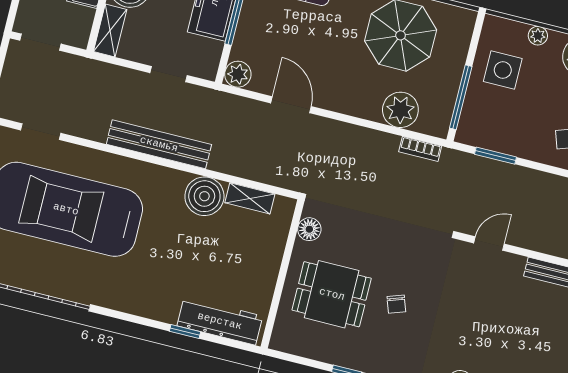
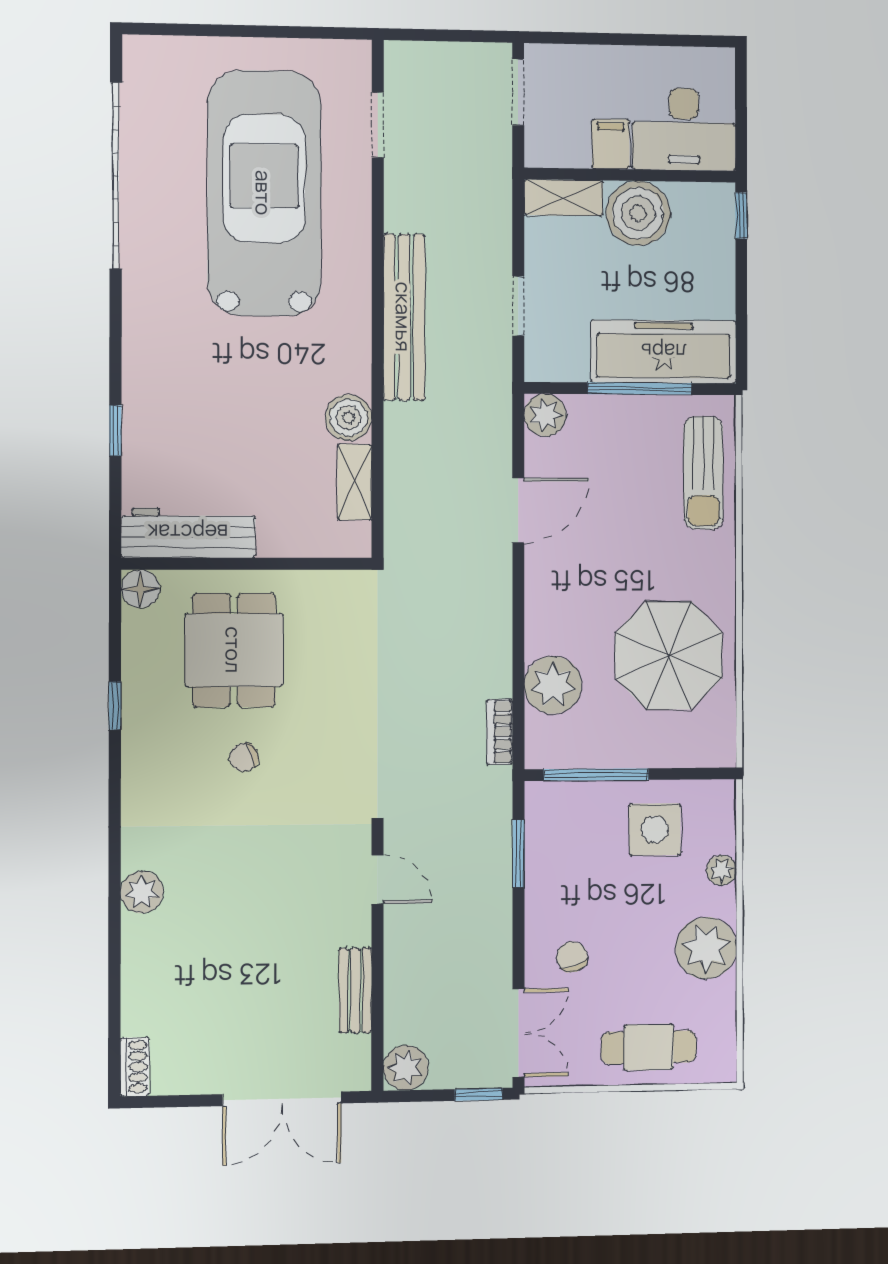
boiler: (204, 196) -> (348, 418), width x0.73, depth x0.73
floor lamp: (309, 229) -> (140, 589), moved
workbench: (220, 321) -> (188, 533), moved, turned -90

